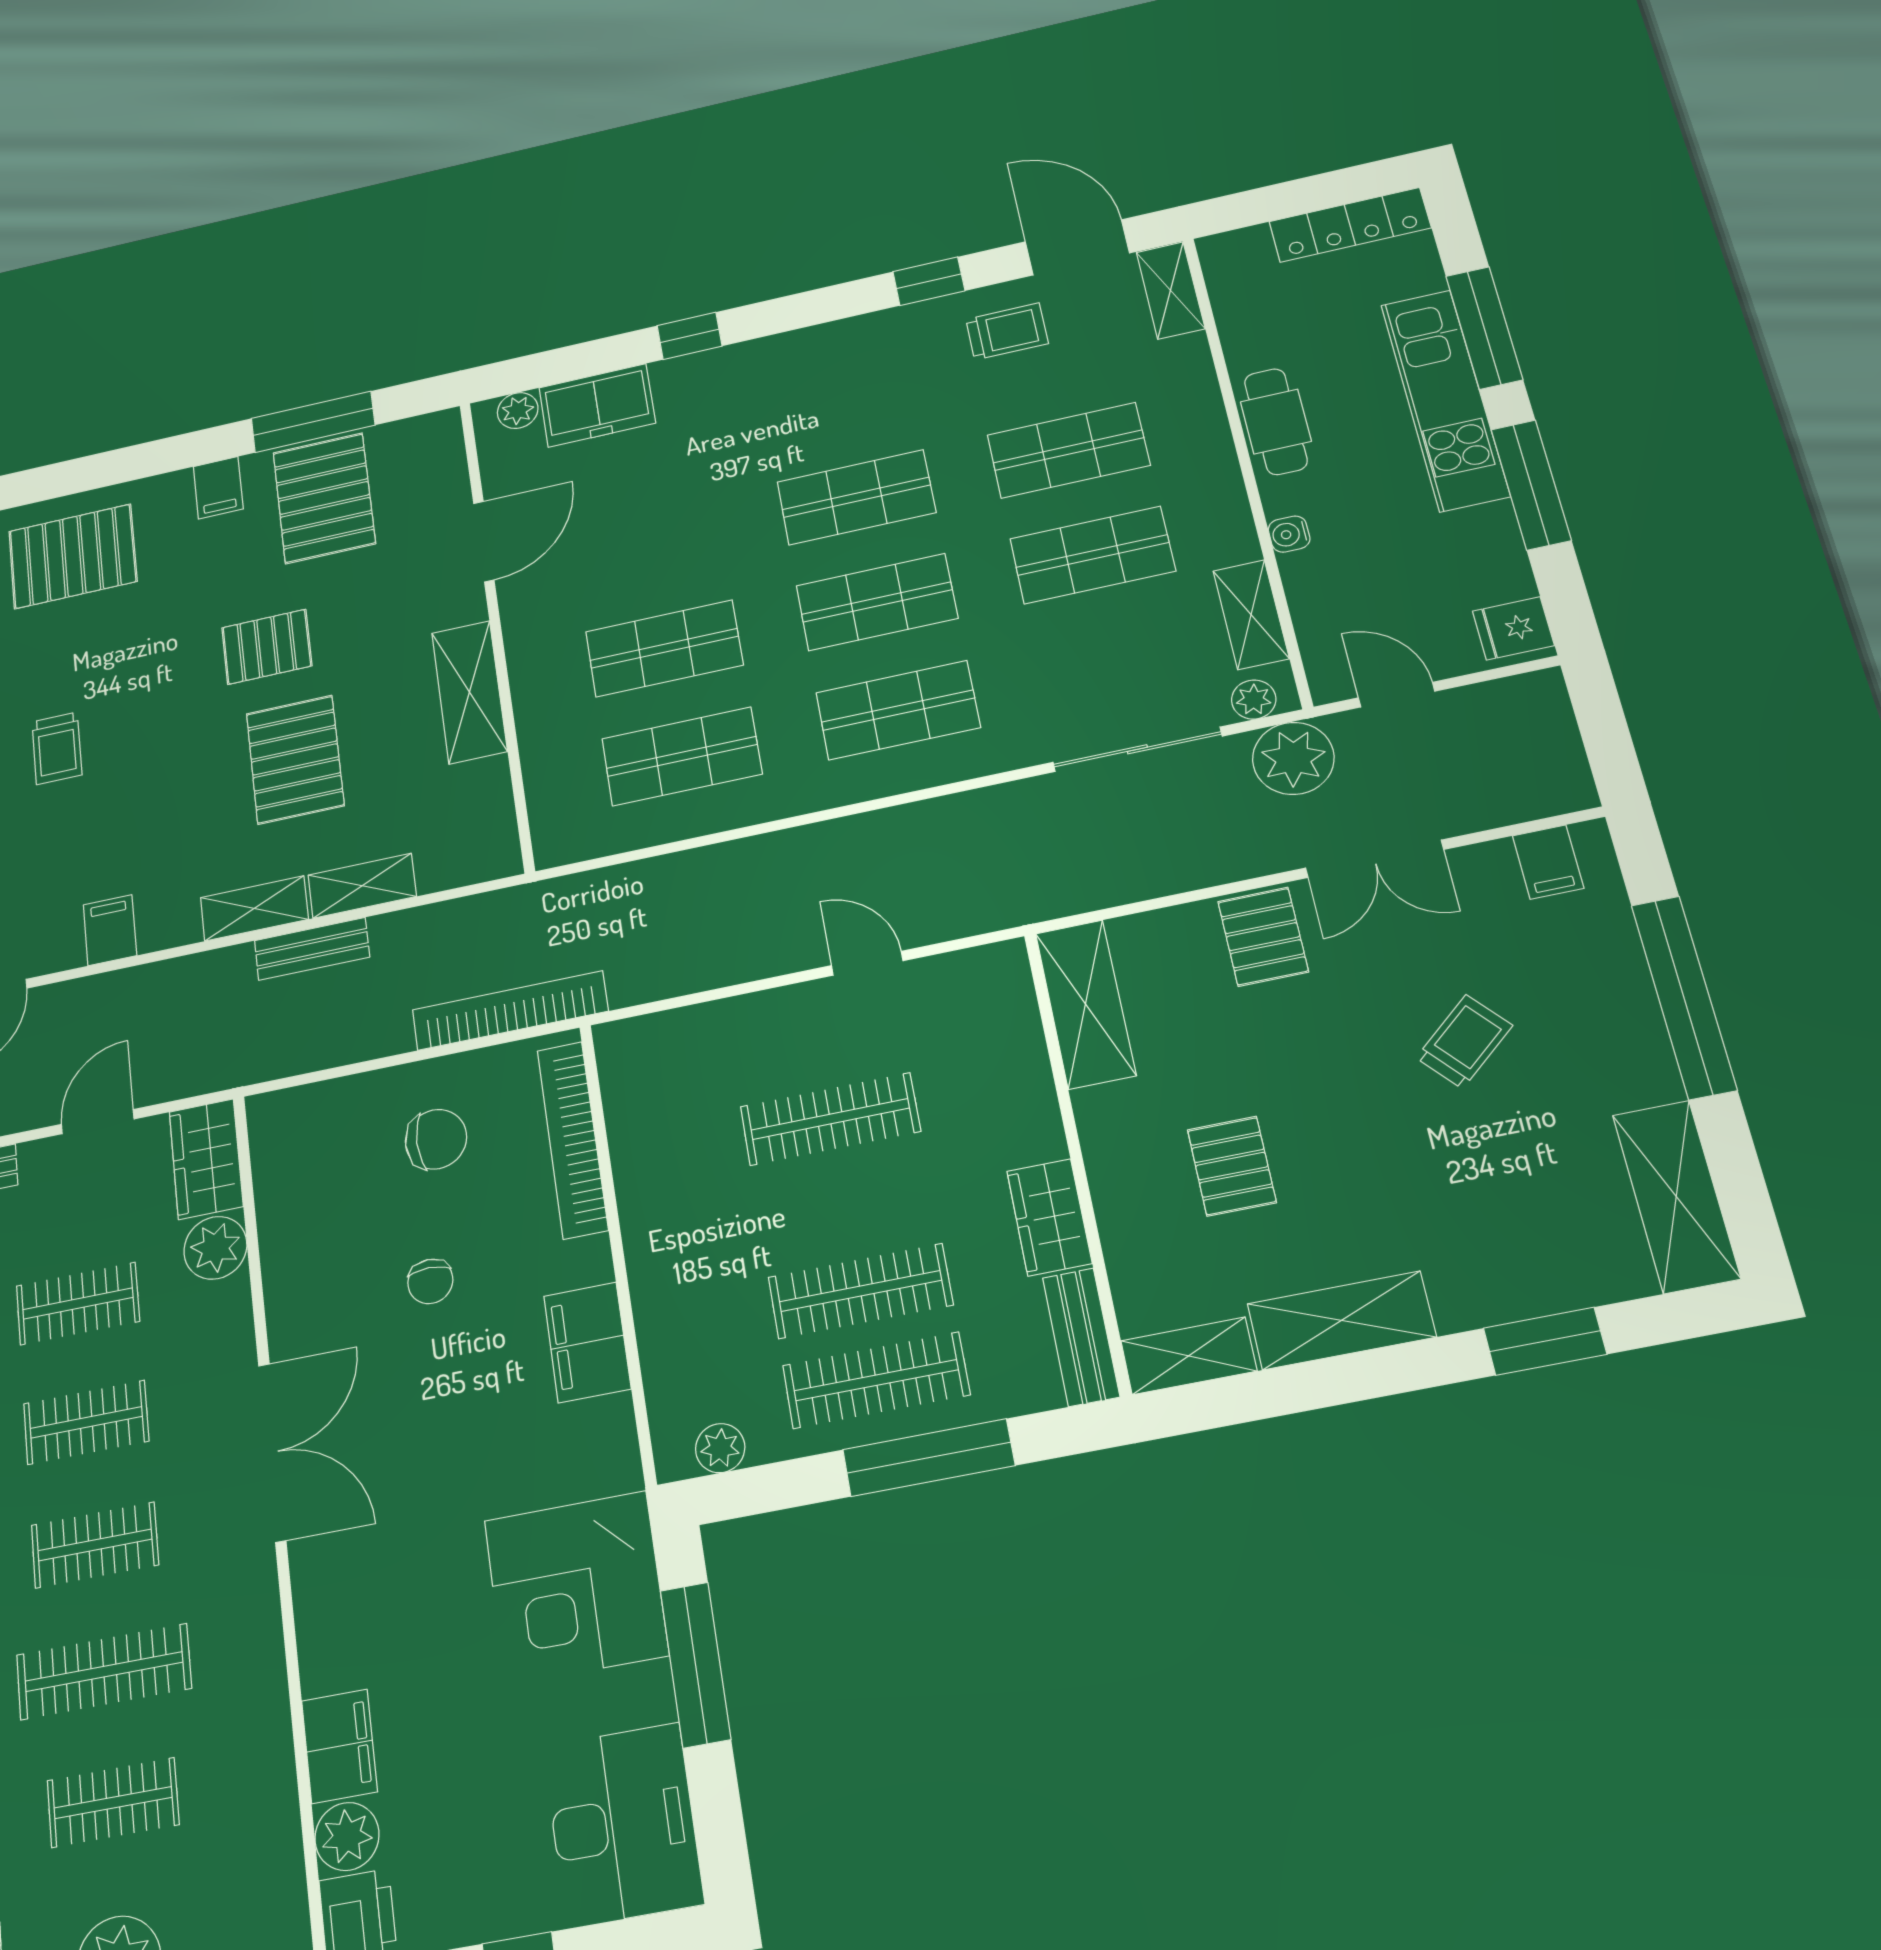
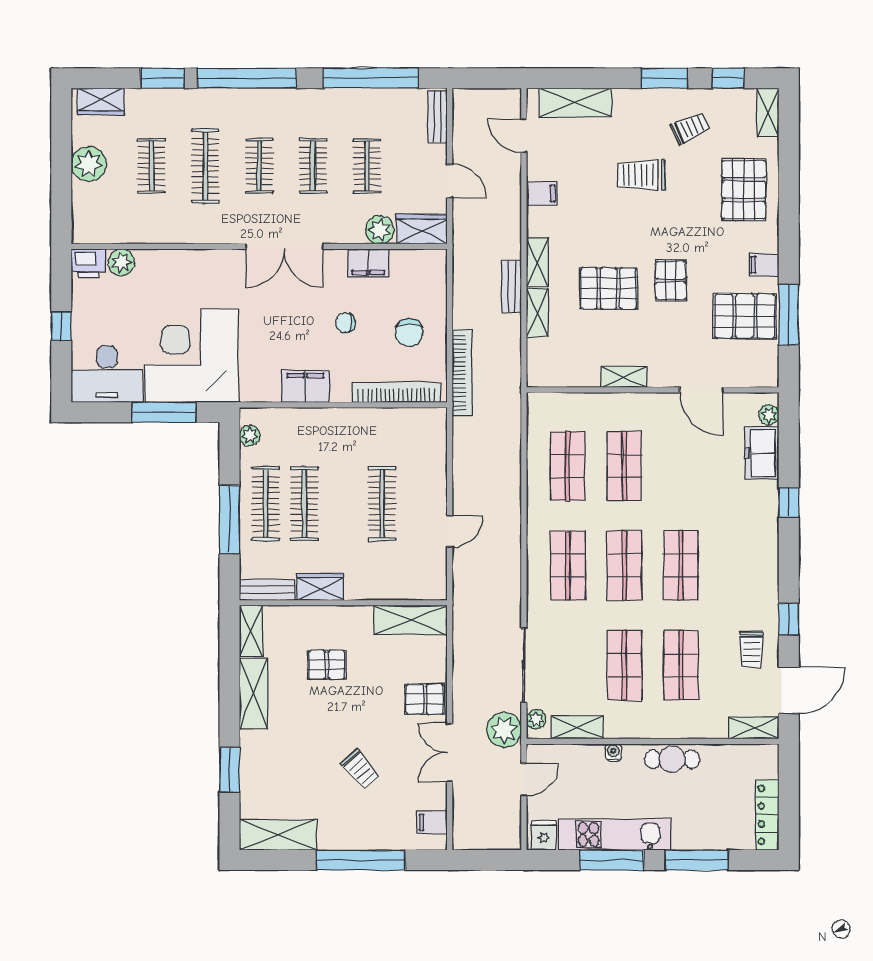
kitchen unit: (1445, 400) -> (614, 834), moved
shelving: (469, 692) -> (624, 377), width x0.67, depth x0.75
trolley: (57, 748) -> (641, 175), width x1.36, depth x1.39
corner desk: (576, 1588) -> (191, 356), width x1.36, depth x1.36
filing cabinet: (339, 1746) -> (368, 263), moved

